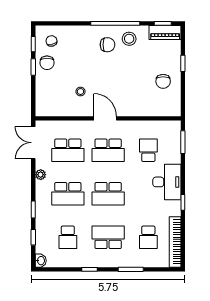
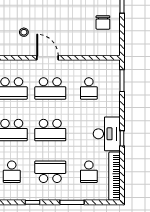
school desk: (148, 150) -> (89, 88), turned 180
desk: (167, 182) -> (107, 134), moved

